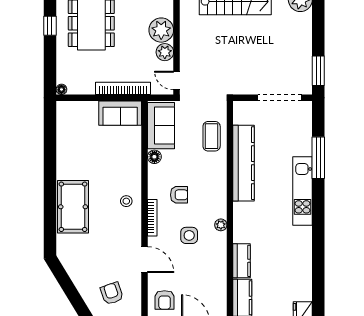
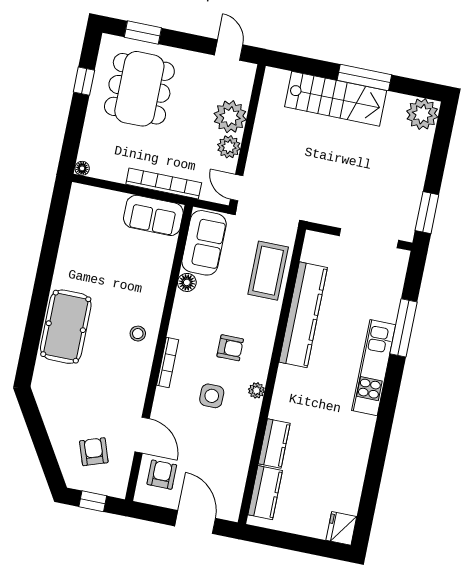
coffee table: (212, 136) -> (268, 271), width x1.36, depth x1.32
armchair: (179, 195) -> (230, 348), moved
door: (144, 260) -> (142, 435), moved
armchair: (165, 300) -> (162, 475), turned 180

